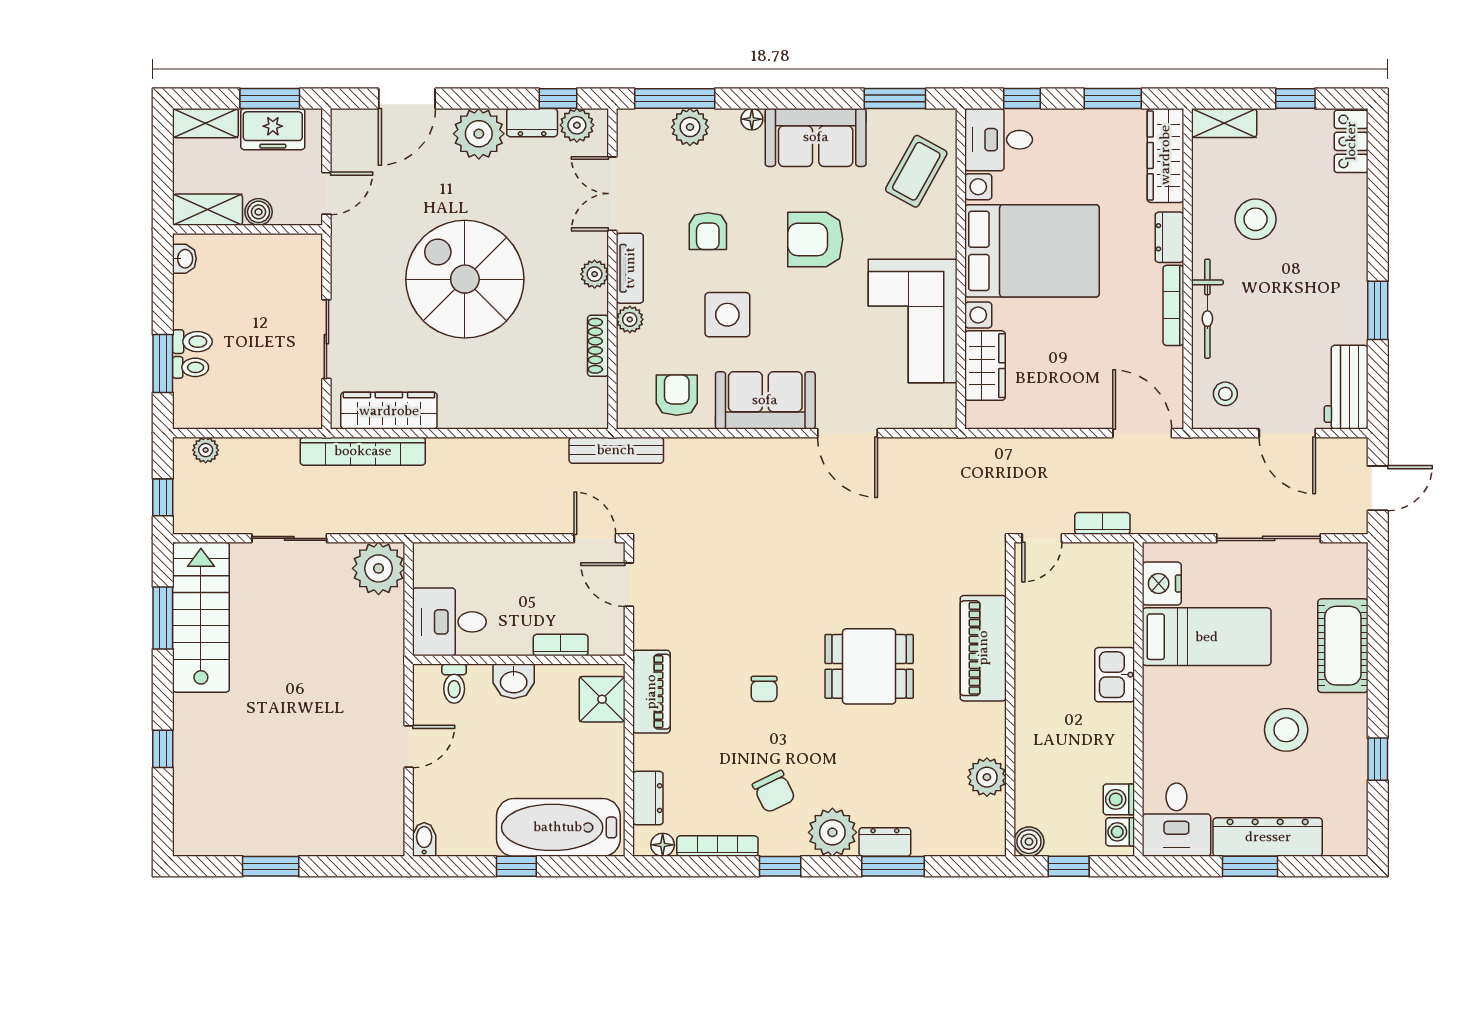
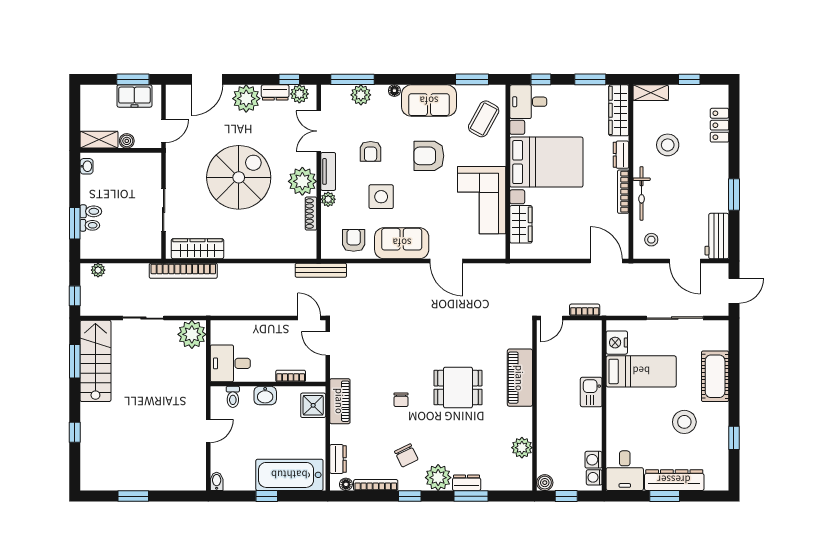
shelving: (205, 123) -> (98, 93), removed
locker: (1351, 141) -> (720, 125), moved
plant: (595, 274) -> (302, 181), width x1.87, depth x1.87
spiral stairs: (465, 279) -> (239, 177), turned 90

